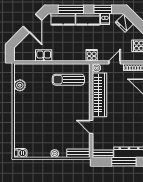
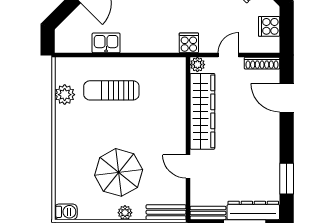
sun lounger: (68, 80) -> (111, 90), moved
parasol: (51, 130) -> (119, 172), added

